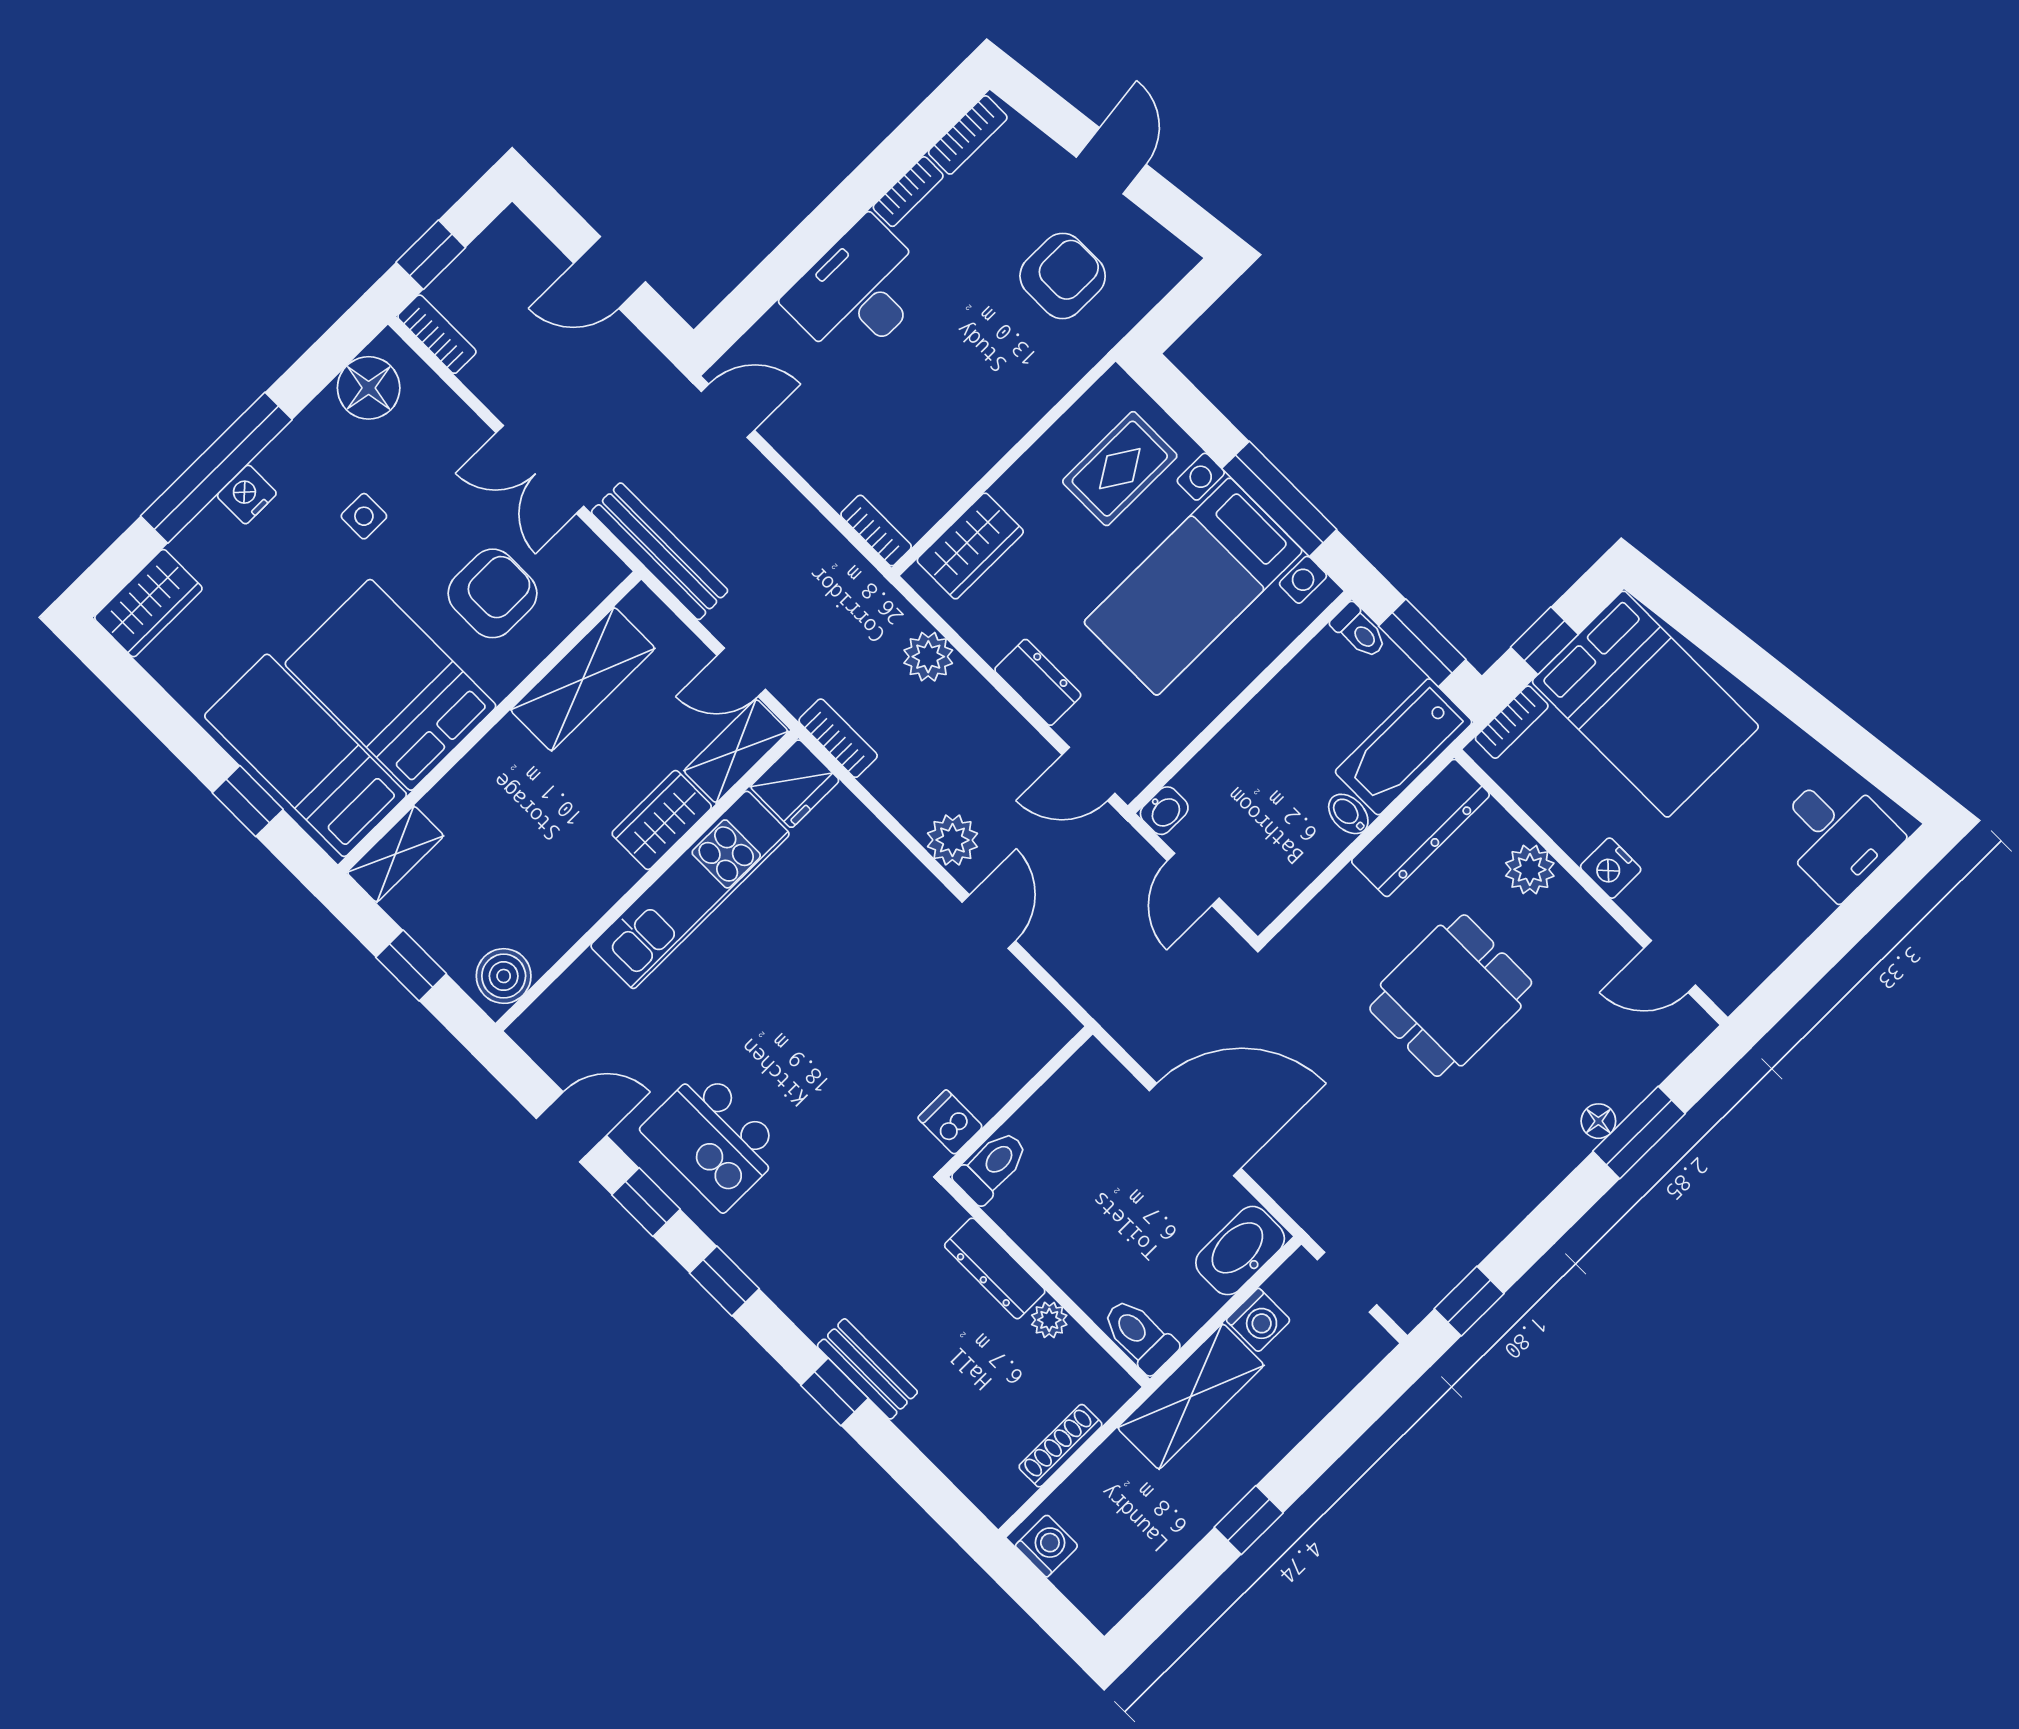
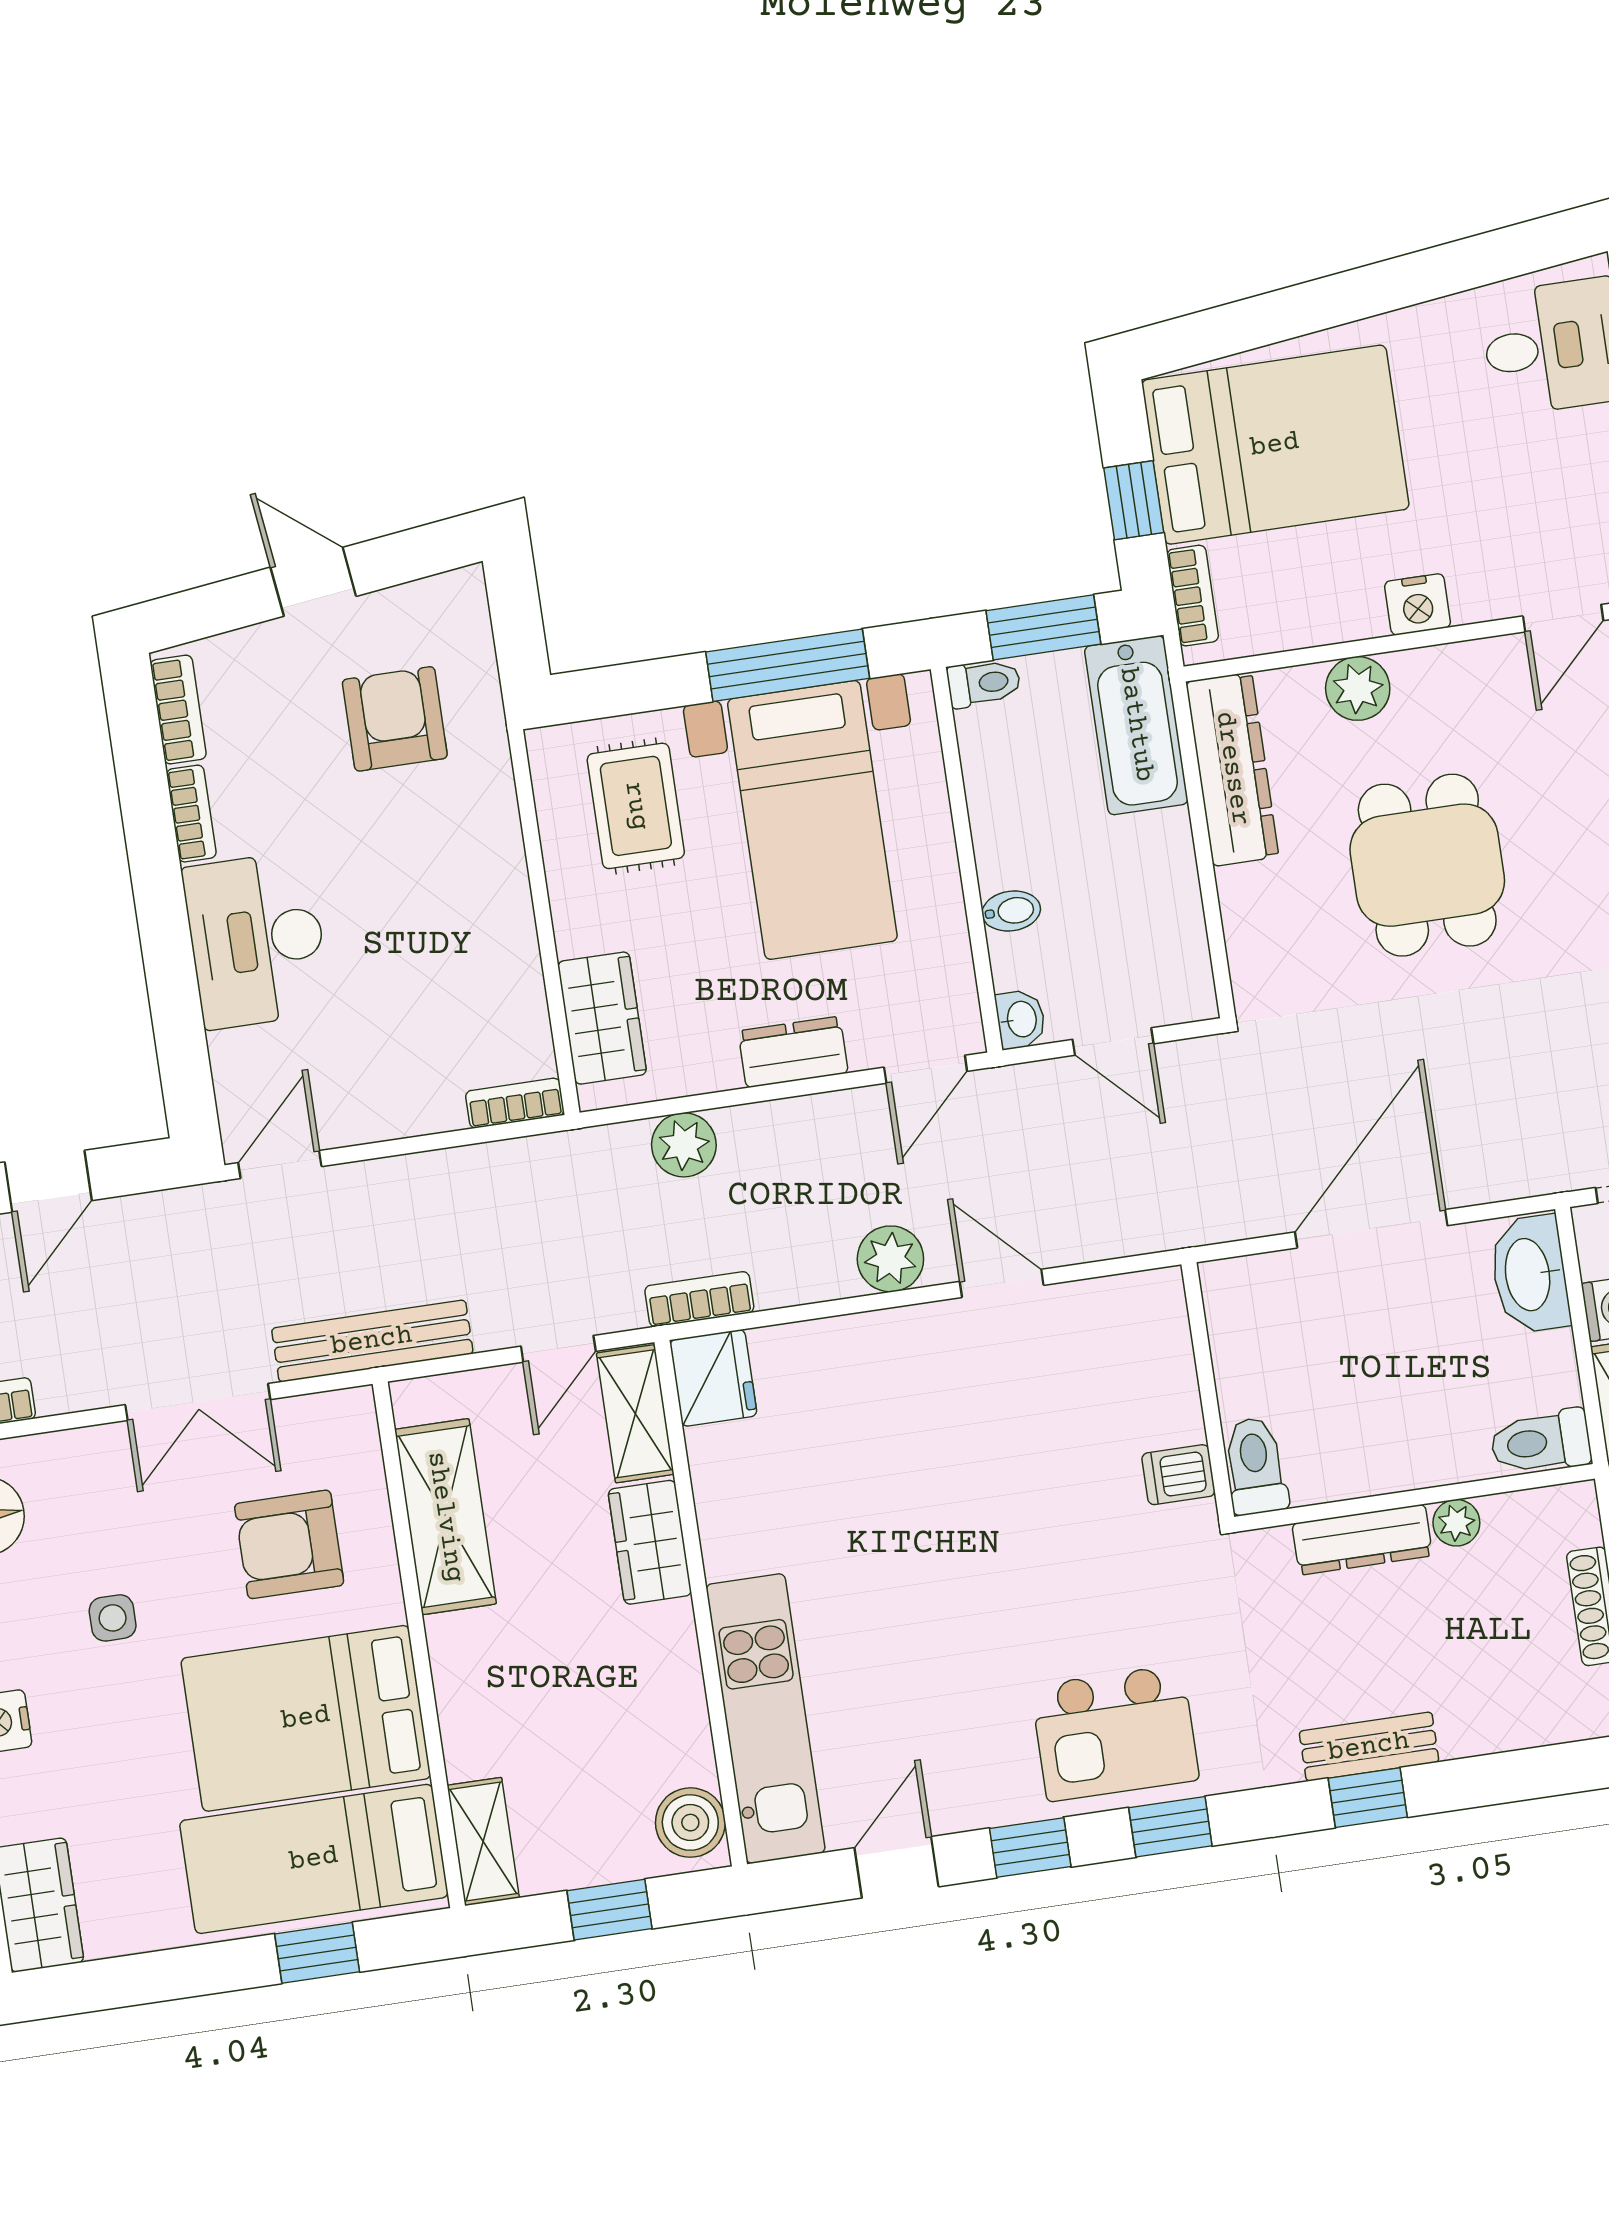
armchair: (493, 593) -> (289, 1544), turned -90
bidet: (1348, 814) -> (1011, 911), moved, turned 180
kitchen unit: (690, 890) -> (766, 1719), moved
kitchen island: (713, 1139) -> (1115, 1733), moved

